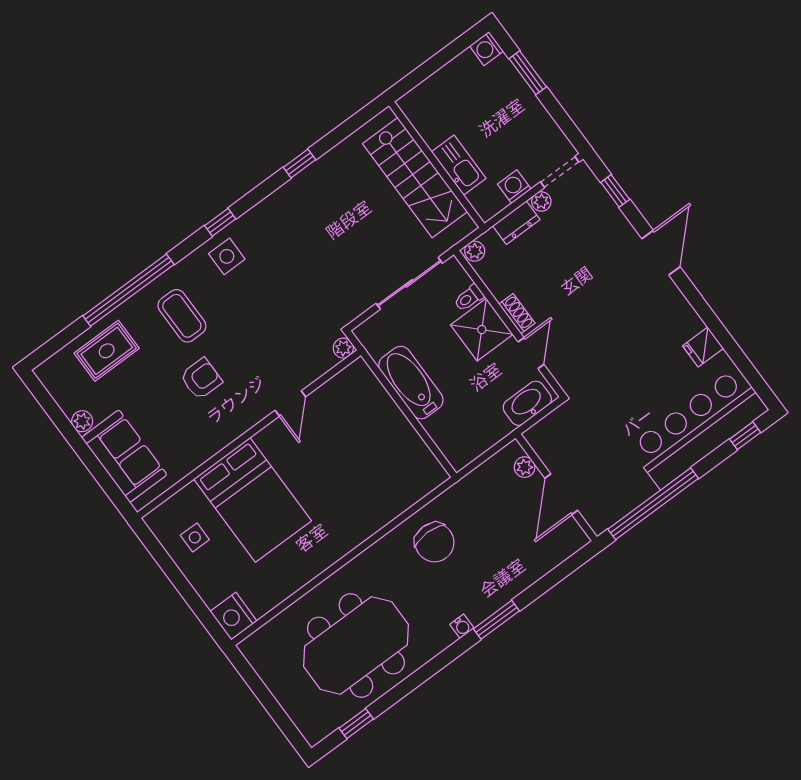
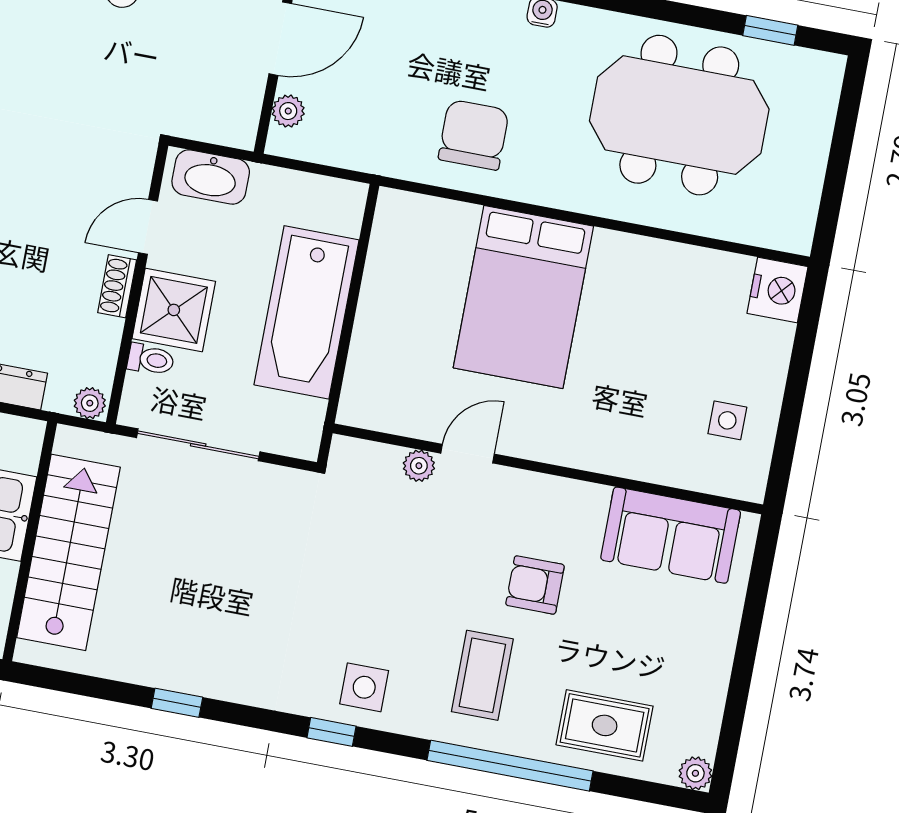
plant: (343, 348) -> (419, 466), moved
bathtub: (411, 383) -> (307, 312), width x1.36, depth x1.36
plant: (82, 421) -> (695, 773), moved
sofa: (124, 456) -> (671, 535), moved, turned -90
bed: (253, 500) -> (523, 297), moved, turned 180

